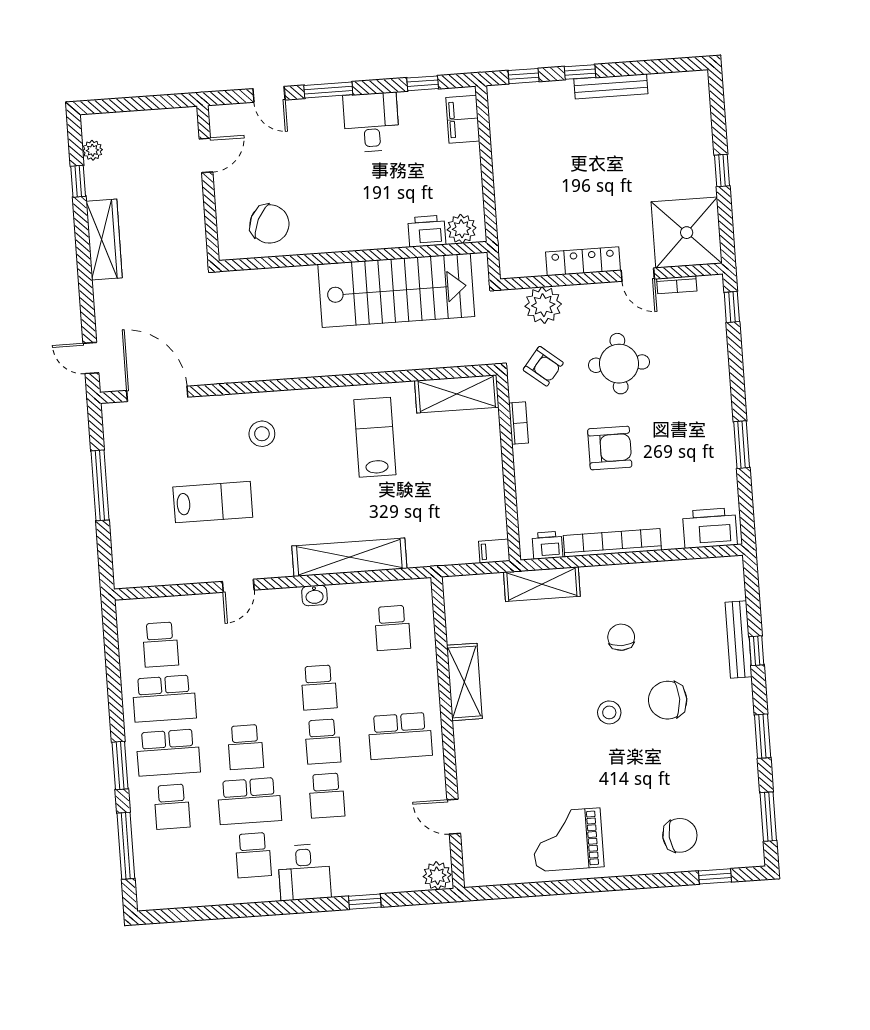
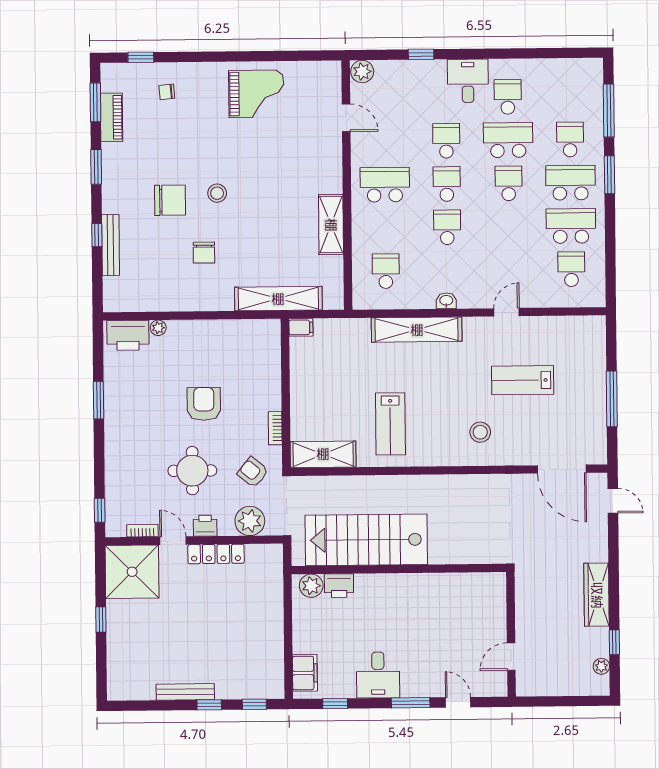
chair: (269, 224) -> (464, 599), removed
armchair: (610, 448) -> (204, 404), turned 90
plant: (673, 540) -> (158, 328), added
bookcase: (612, 543) -> (206, 328), removed
printer: (547, 545) -> (205, 526), moved, turned 180
shelving: (542, 584) -> (278, 299), width x1.47
piano: (747, 799) -> (112, 117), added
chair: (680, 835) -> (167, 92), width x0.54, depth x0.54

